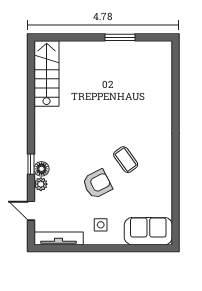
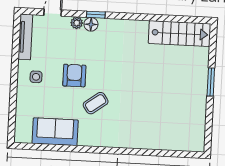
window: (120, 37) -> (211, 82), moved
armchair: (97, 184) -> (74, 76), turned -153
sofa: (148, 231) -> (55, 132), moved, turned -90

